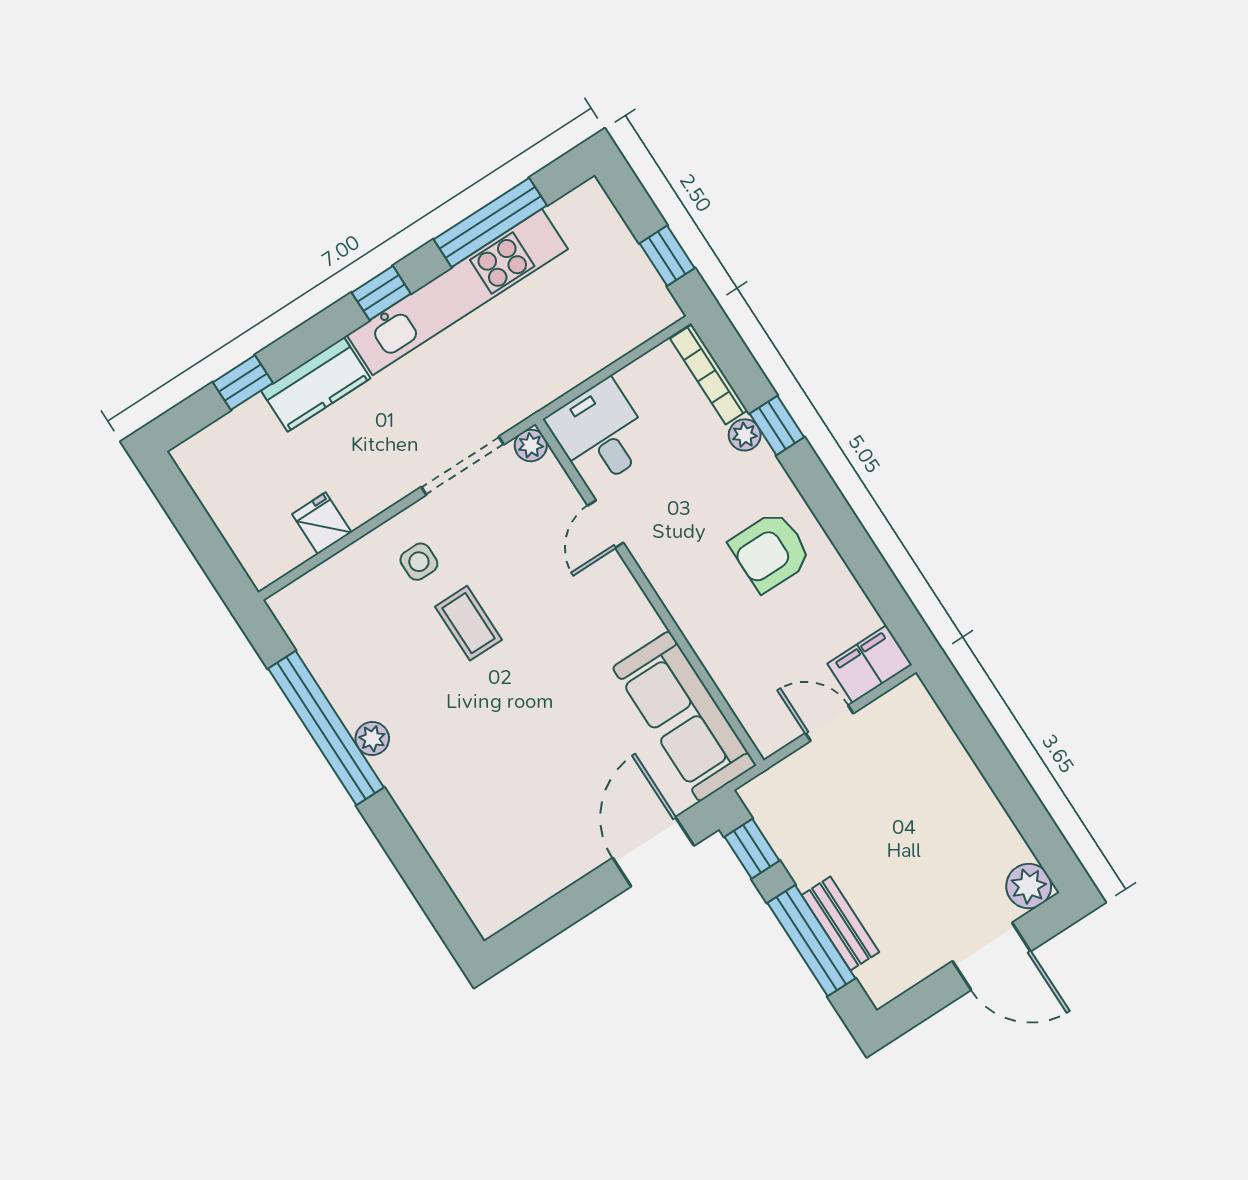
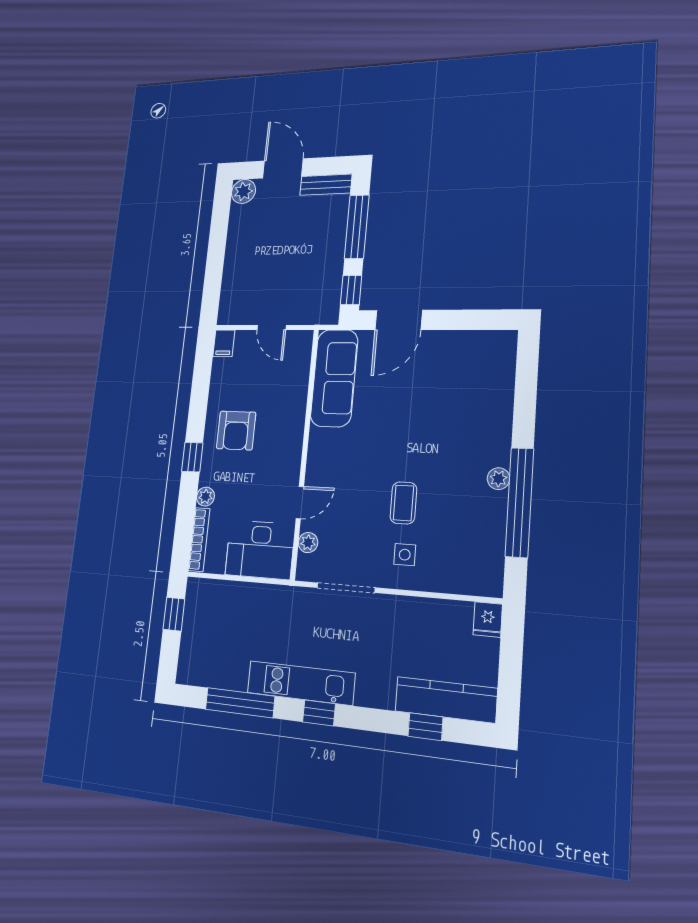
kitchen unit: (457, 292) -> (301, 683), width x0.73
kitchen counter: (316, 384) -> (446, 700), moved, width x1.50
window: (777, 425) -> (192, 457), moved
desk: (600, 434) -> (260, 550), width x1.37
plant: (531, 445) -> (308, 543), moved
fridge: (322, 523) -> (488, 619), moved
armchair: (770, 551) -> (236, 430), turned 90
filing cabinet: (870, 664) -> (224, 343), width x0.50
bench: (840, 924) -> (326, 185), moved, turned 90

